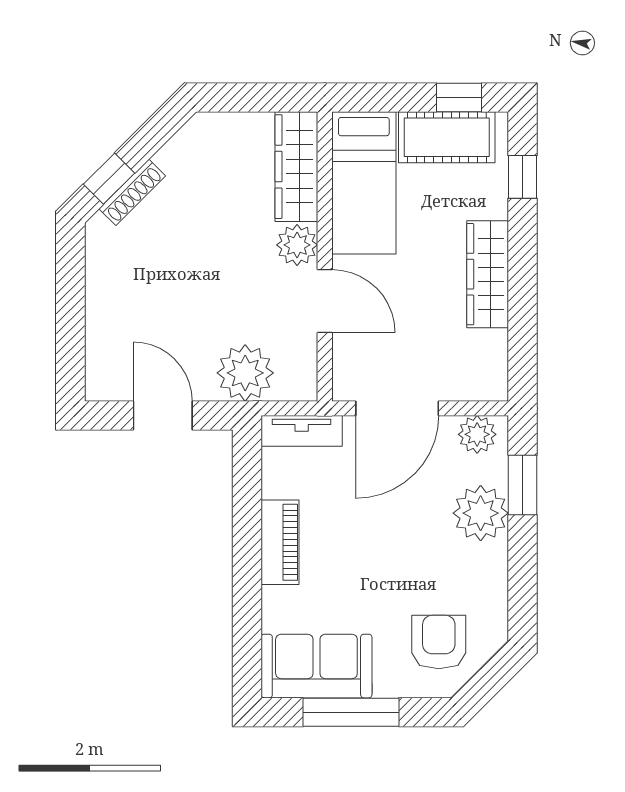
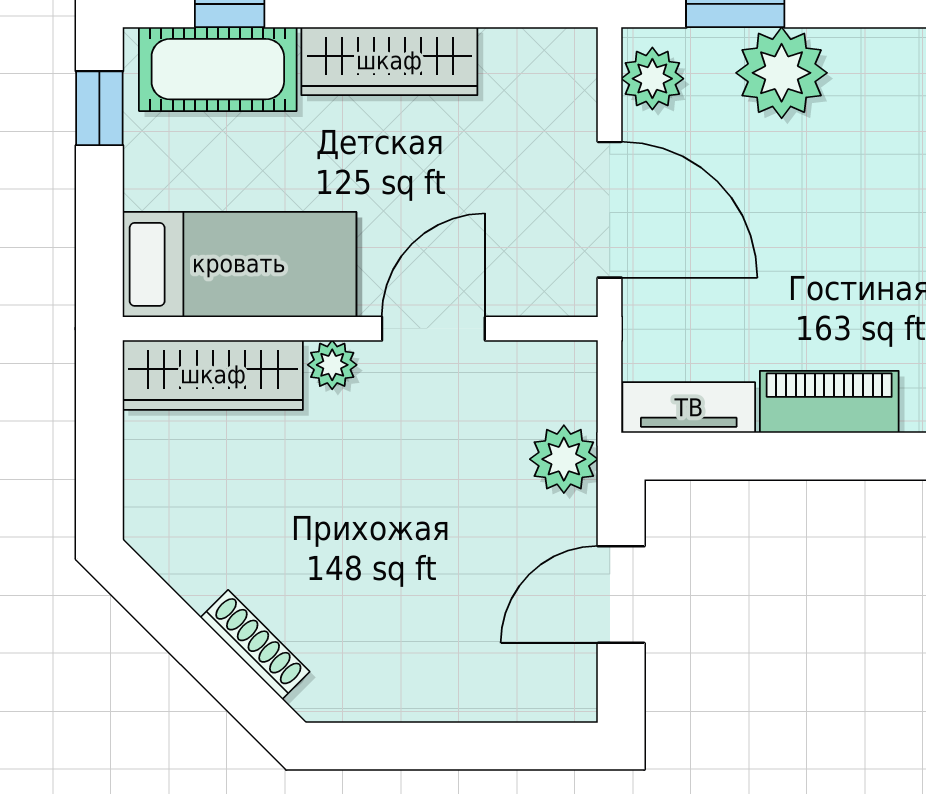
cot: (447, 137) -> (218, 69), moved, turned 90
window: (109, 179) -> (233, 683), removed
plant: (297, 245) -> (332, 365), width x0.73, depth x0.73
plant: (245, 373) -> (564, 459), width x0.73, depth x0.73
tv unit: (302, 431) -> (689, 408), moved, turned -90

